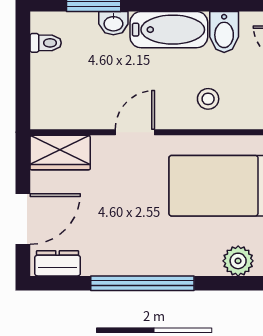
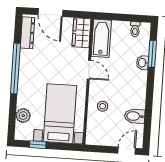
bathtub: (169, 30) -> (101, 38), moved, turned 180
dresser: (58, 263) -> (27, 33), width x1.44

